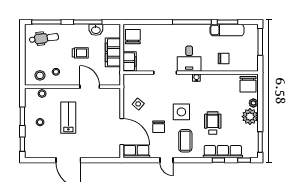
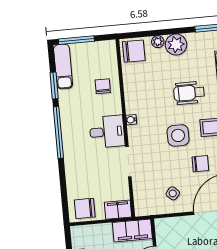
exam couch: (227, 30) -> (63, 67), moved
filing cabinet: (113, 52) -> (132, 230), moved

